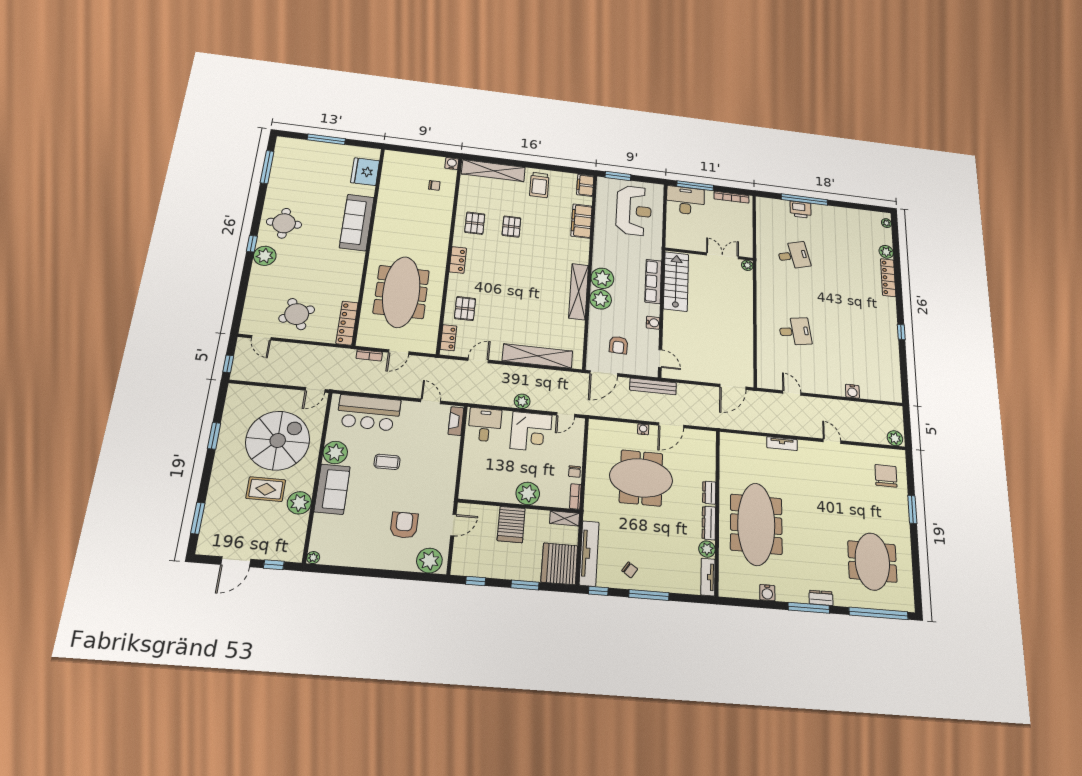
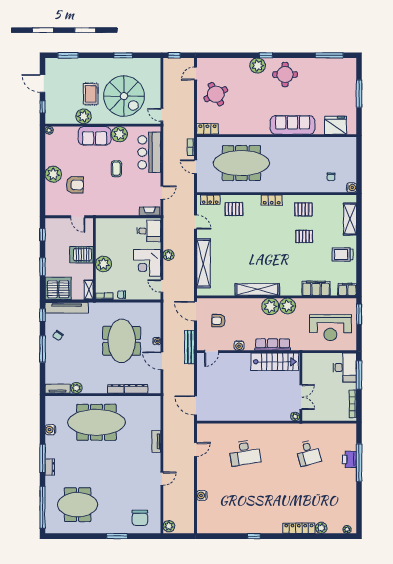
shelving: (493, 171) -> (350, 219), width x0.68
plant: (601, 299) -> (287, 306), moved
locker: (347, 323) -> (207, 129), width x0.66
desk: (795, 331) -> (245, 453), width x1.37
chair: (886, 476) -> (140, 518), turned 90
dresser: (709, 523) -> (136, 389), moved
plant: (429, 561) -> (53, 174), moved

